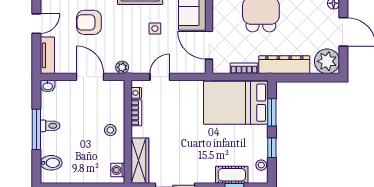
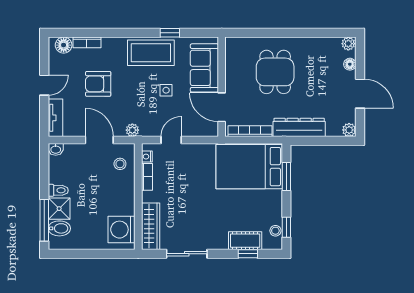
plant: (327, 61) -> (349, 130), width x0.53, depth x0.53
bookcase: (244, 68) -> (250, 131), width x1.56
window: (36, 129) -> (44, 220), moved
stool: (110, 130) -> (120, 164), moved
shower: (51, 144) -> (59, 209), added
window: (272, 148) -> (286, 227), moved
washing machine: (118, 170) -> (122, 230), width x1.89, depth x1.89

